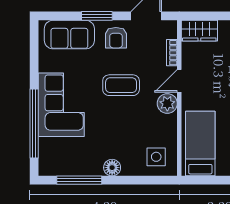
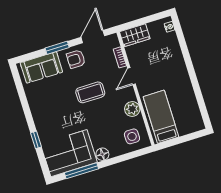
armchair: (116, 38) -> (76, 59), turned 90
plant: (167, 103) -> (132, 109), moved
corner sofa: (61, 105) -> (69, 153), moved, turned -90
window: (34, 124) -> (36, 140), width x0.32

